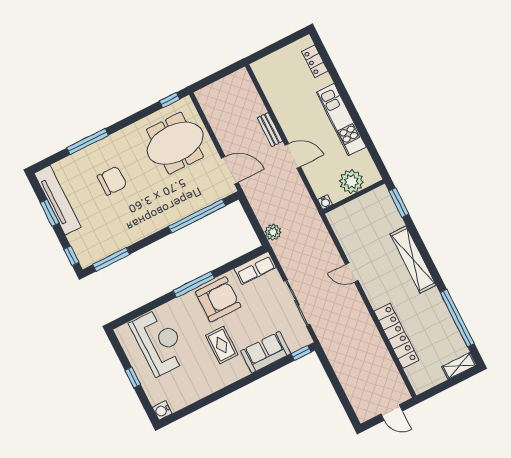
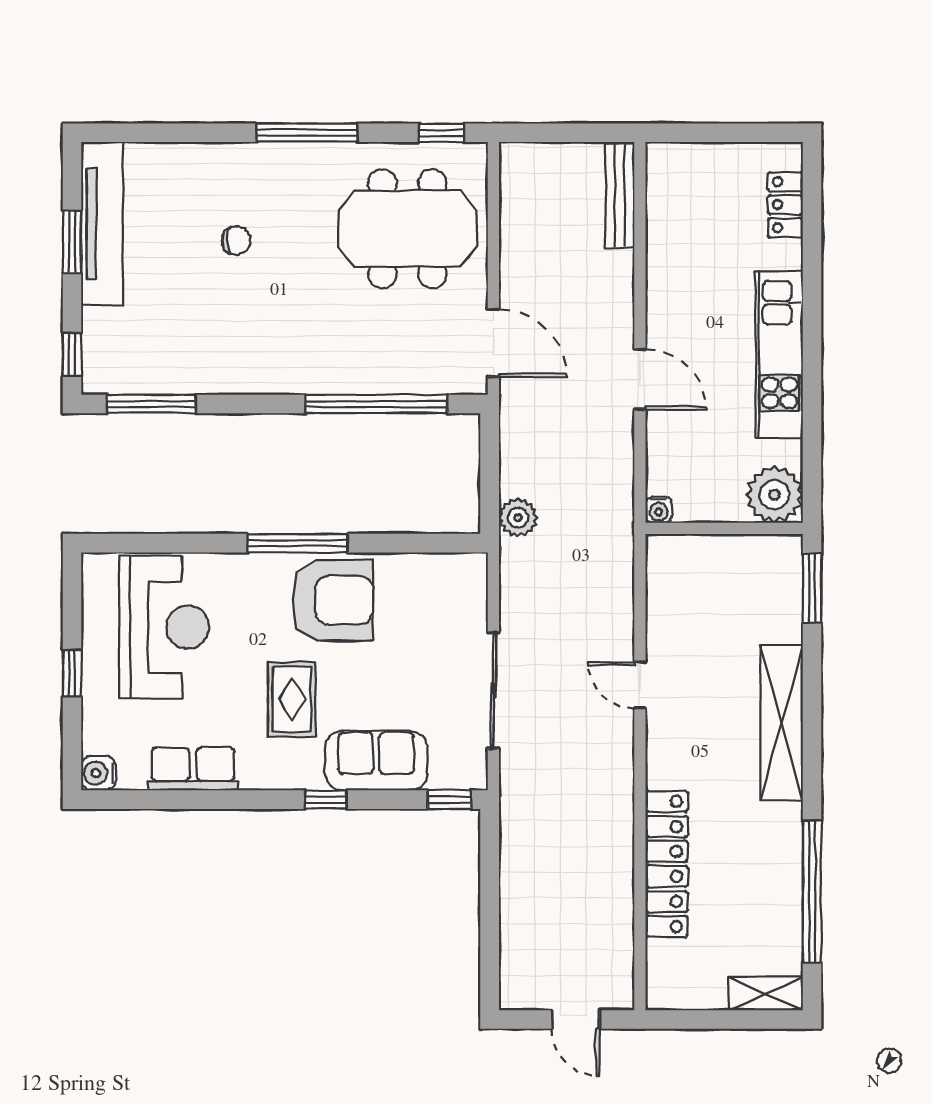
bench: (270, 130) -> (620, 196), moved, width x1.36
window: (88, 142) -> (307, 133), moved
chair: (112, 181) -> (236, 240), width x0.54, depth x0.54
plant: (351, 182) -> (775, 495), moved
row of seats: (255, 268) -> (193, 769), moved, turned 180
window: (254, 377) -> (326, 800), added

